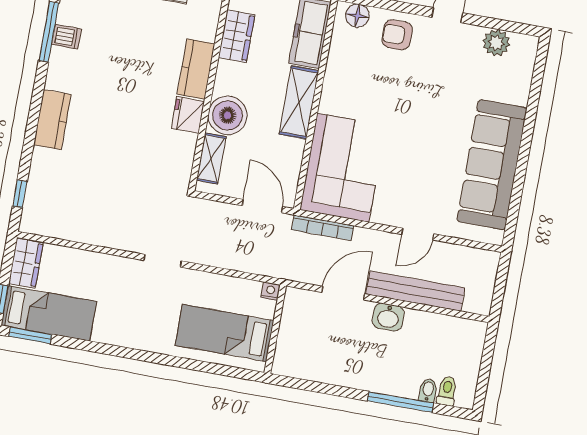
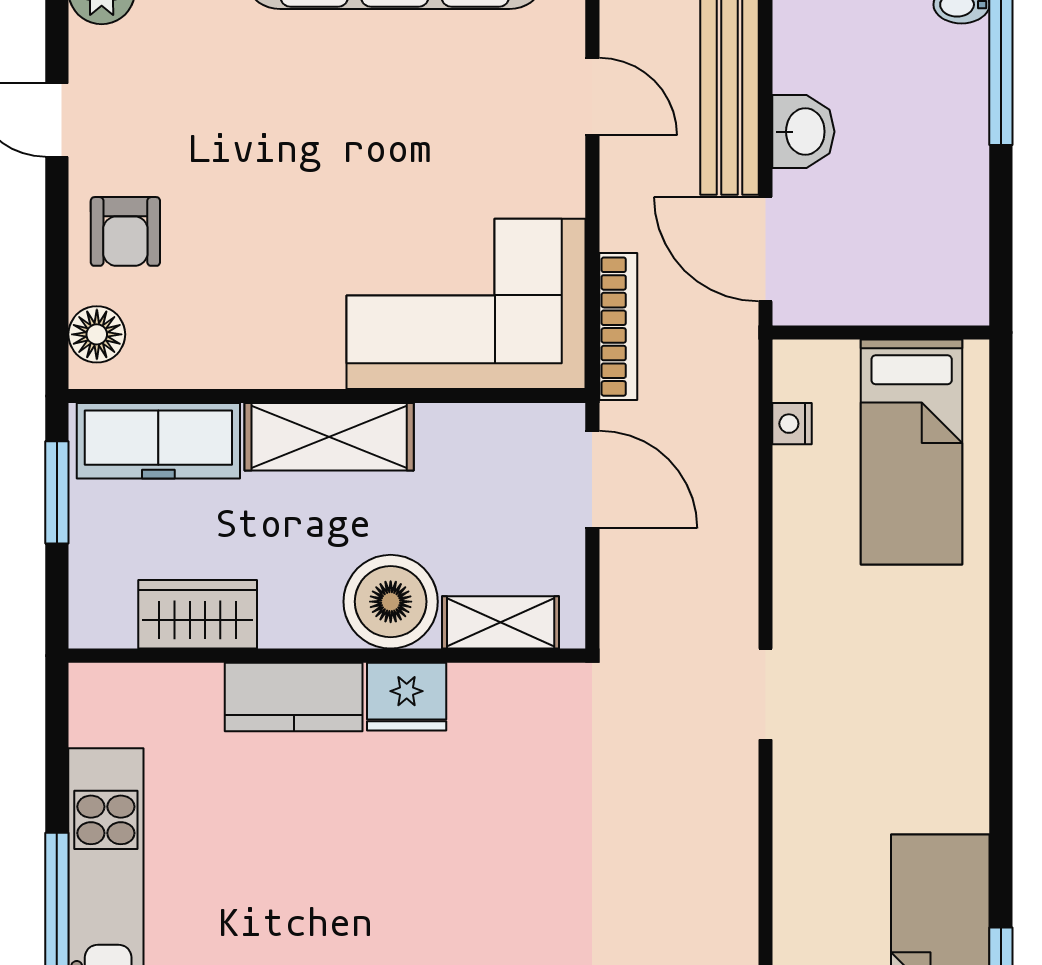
door: (262, 206) -> (592, 479), swing flipped
wall: (275, 329) -> (881, 332), moved
bed: (225, 333) -> (912, 452), moved

